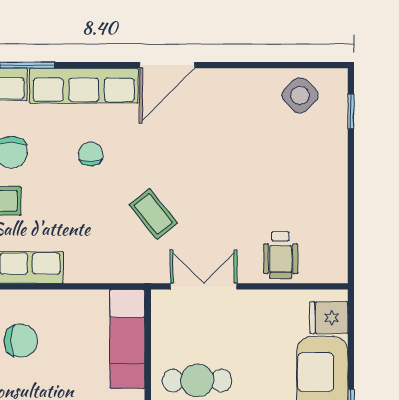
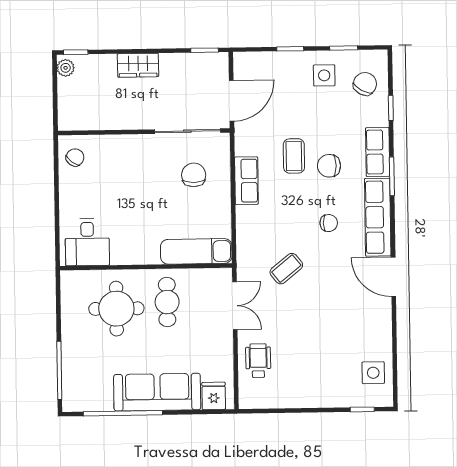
side table: (300, 95) -> (373, 373), turned 45
wheelchair: (281, 255) -> (258, 361), turned 90
chair: (21, 341) -> (194, 175), turned 180

